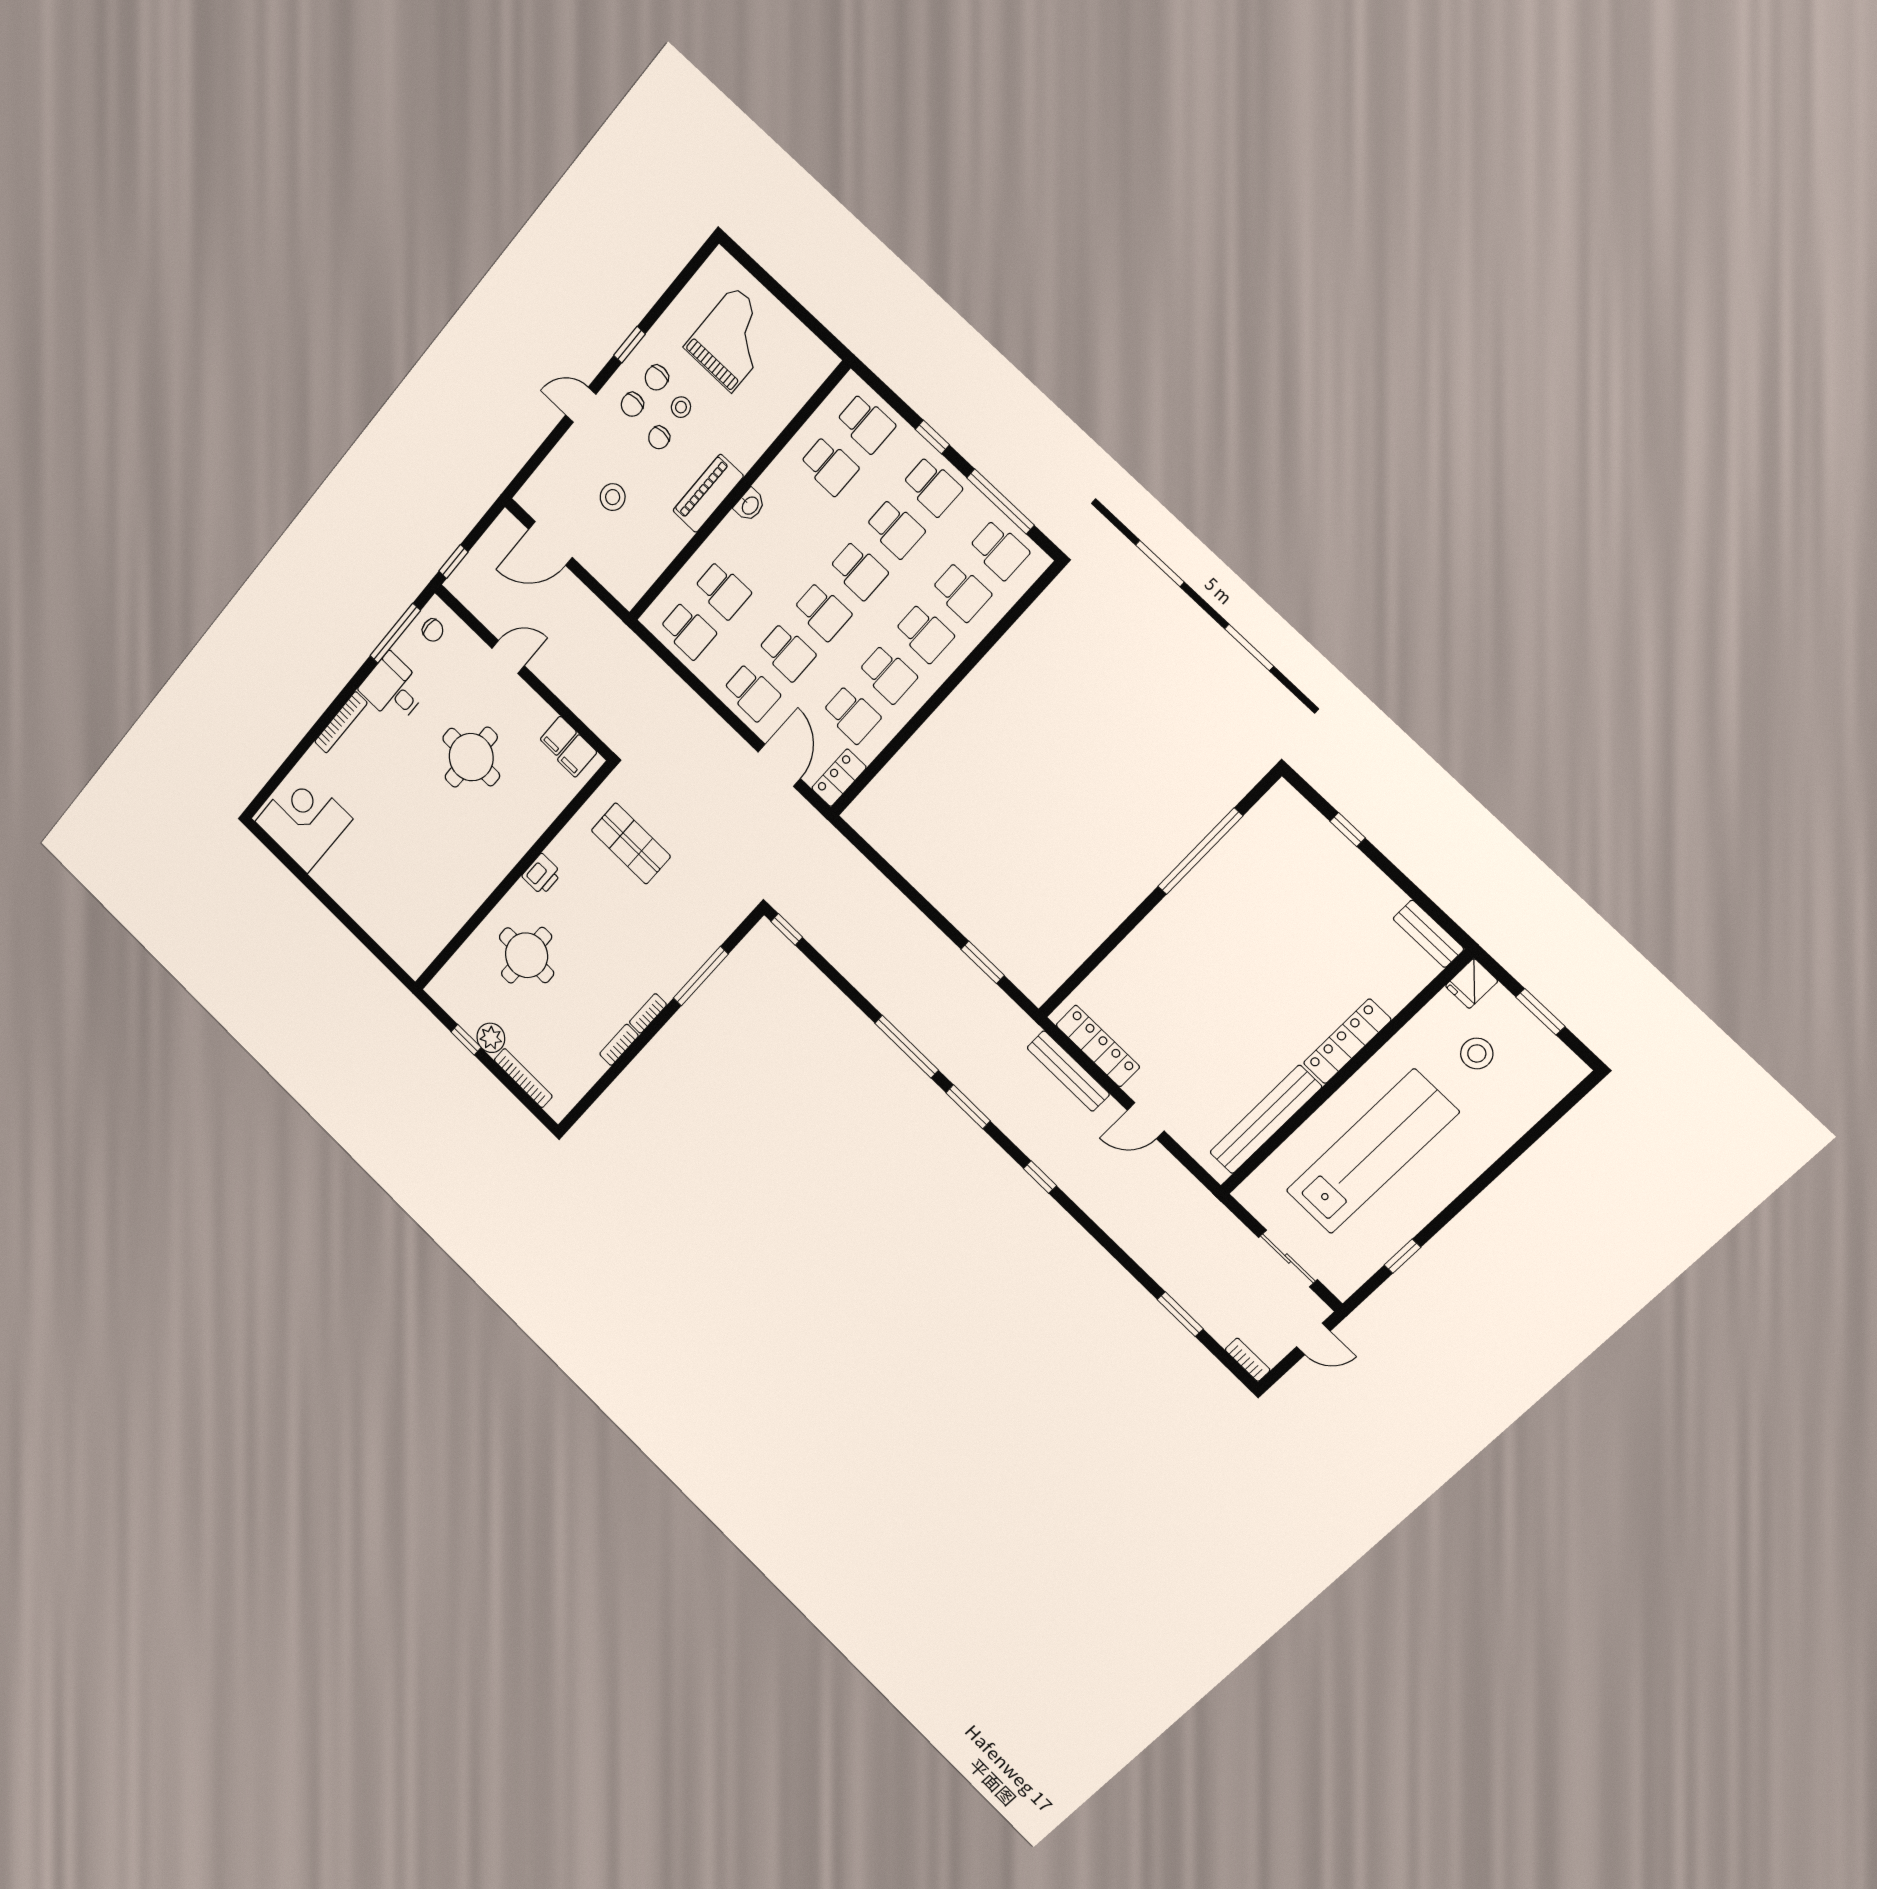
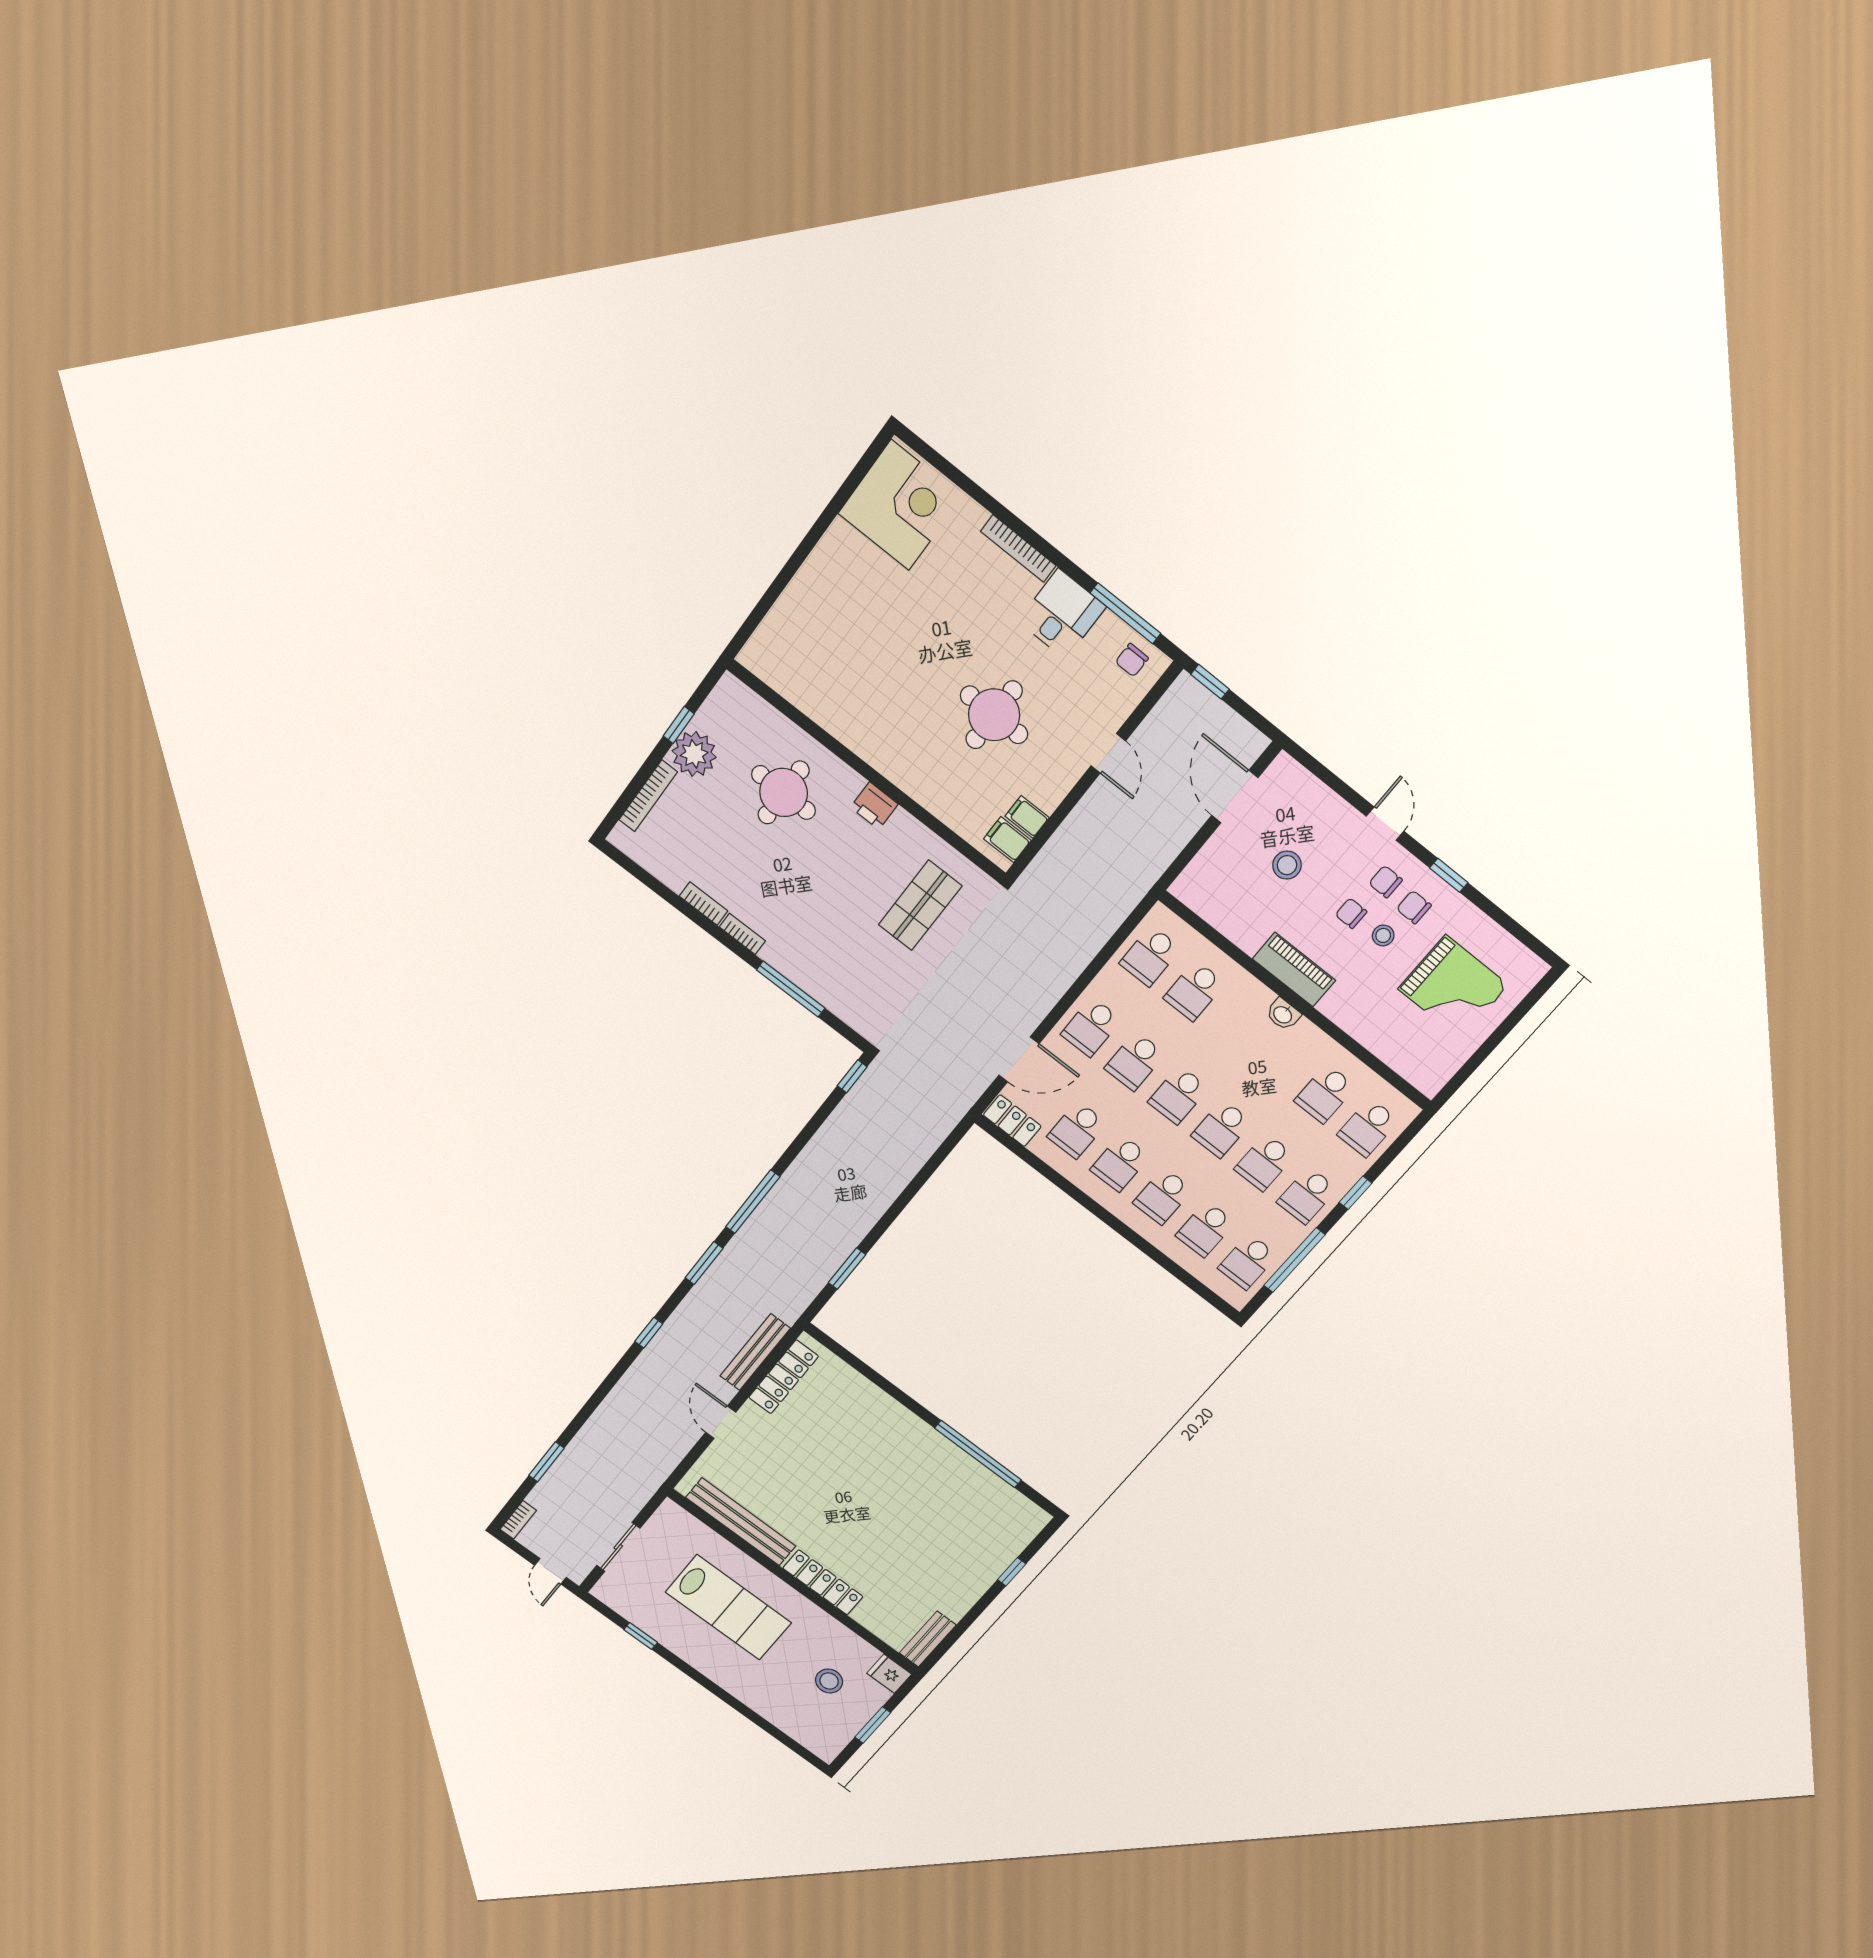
plant: (491, 1038) -> (694, 754), width x1.36, depth x1.36
lab bench: (1372, 1152) -> (728, 1607), width x0.73

